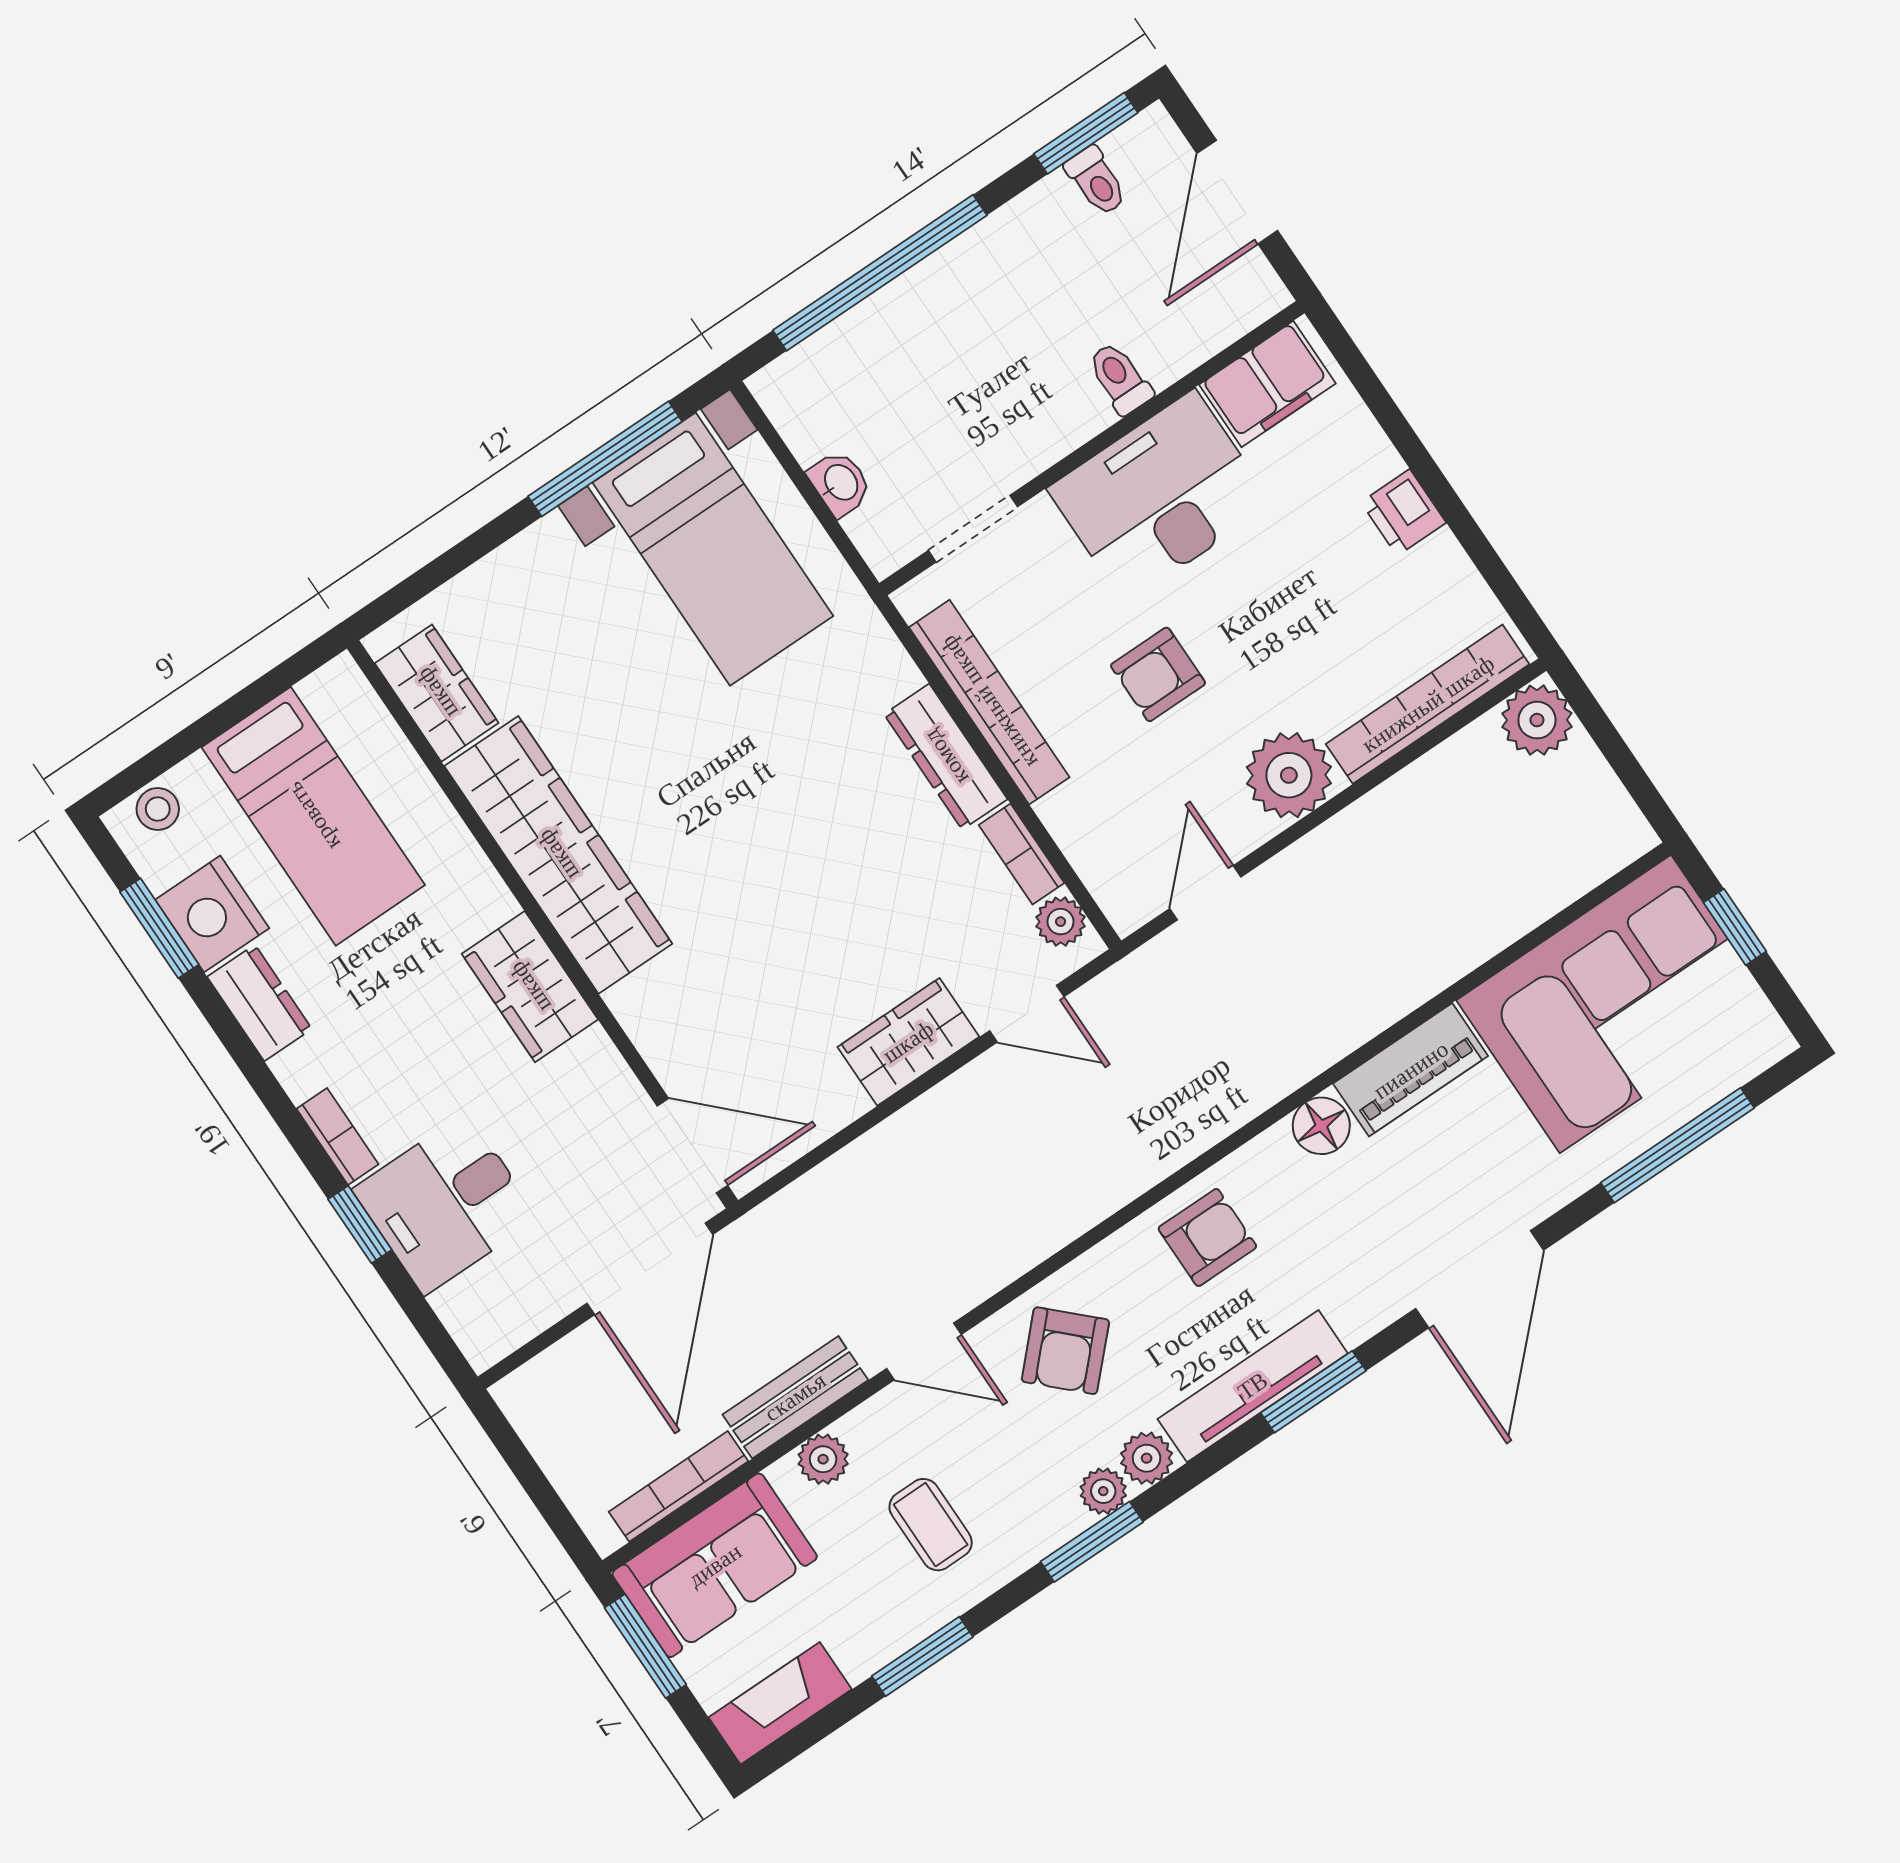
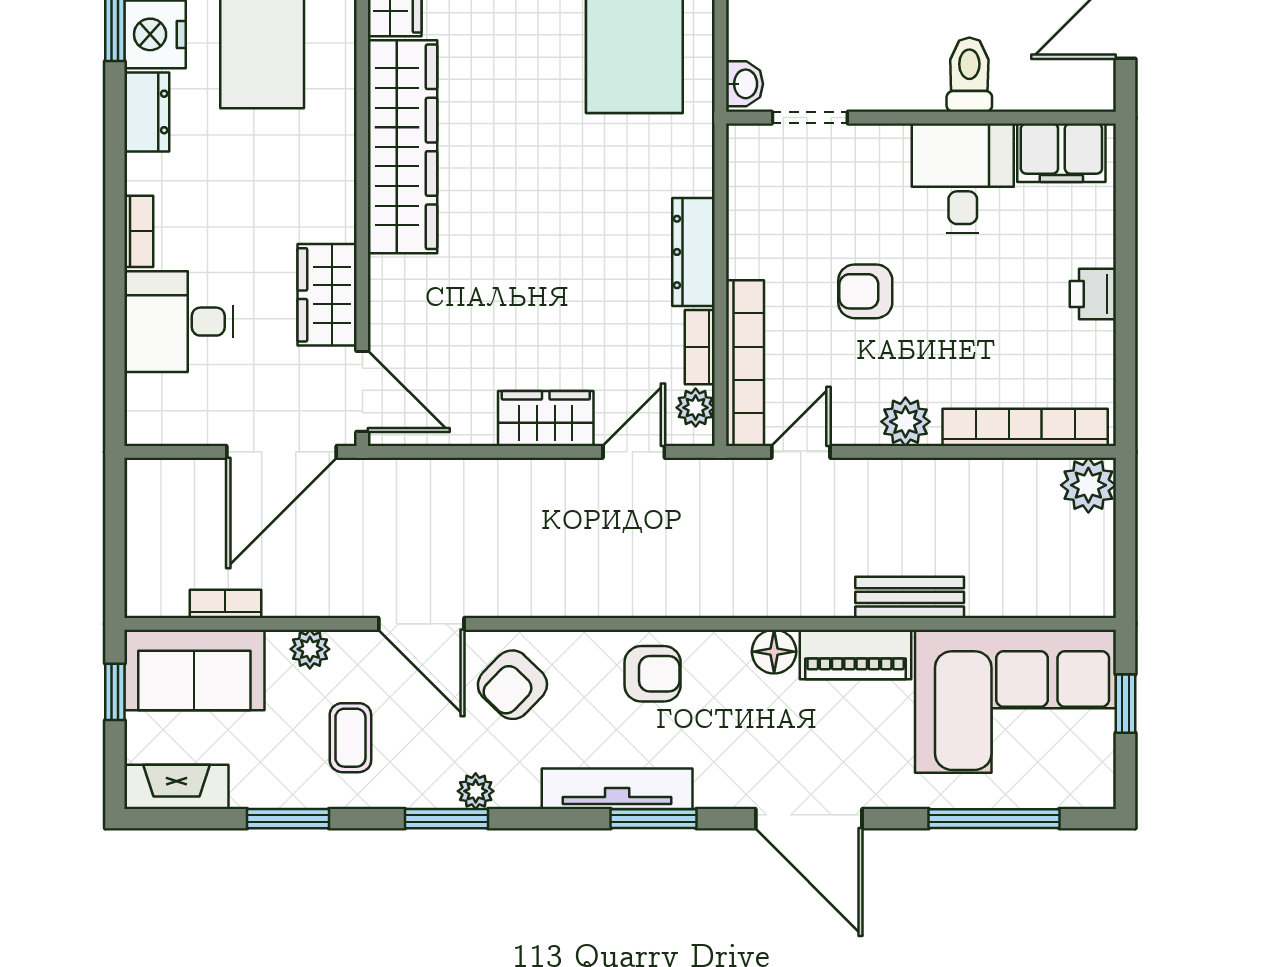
toilet: (1120, 378) -> (969, 75), width x1.37, depth x1.39
washbasin: (840, 483) -> (744, 84), moved
desk: (1160, 496) -> (963, 178), width x0.73
bookcase: (989, 702) -> (745, 363), moved
plant: (1289, 775) -> (905, 422), width x0.73, depth x0.73
wardrobe: (530, 987) -> (327, 295), moved
door: (1027, 1014) -> (634, 452), swing flipped
window: (360, 1225) -> (115, 298), removed
door: (1479, 1279) -> (809, 819), hinge flipped
door: (924, 1351) -> (421, 624), width x1.38
bench: (795, 1397) -> (910, 597), moved
plant: (1147, 1458) -> (518, 789), removed
bookcase: (679, 1486) -> (225, 604), width x0.64
window: (645, 1646) -> (115, 692), width x0.67

